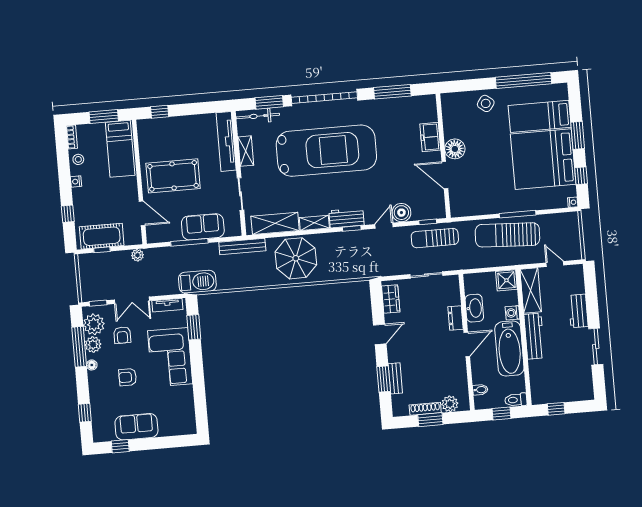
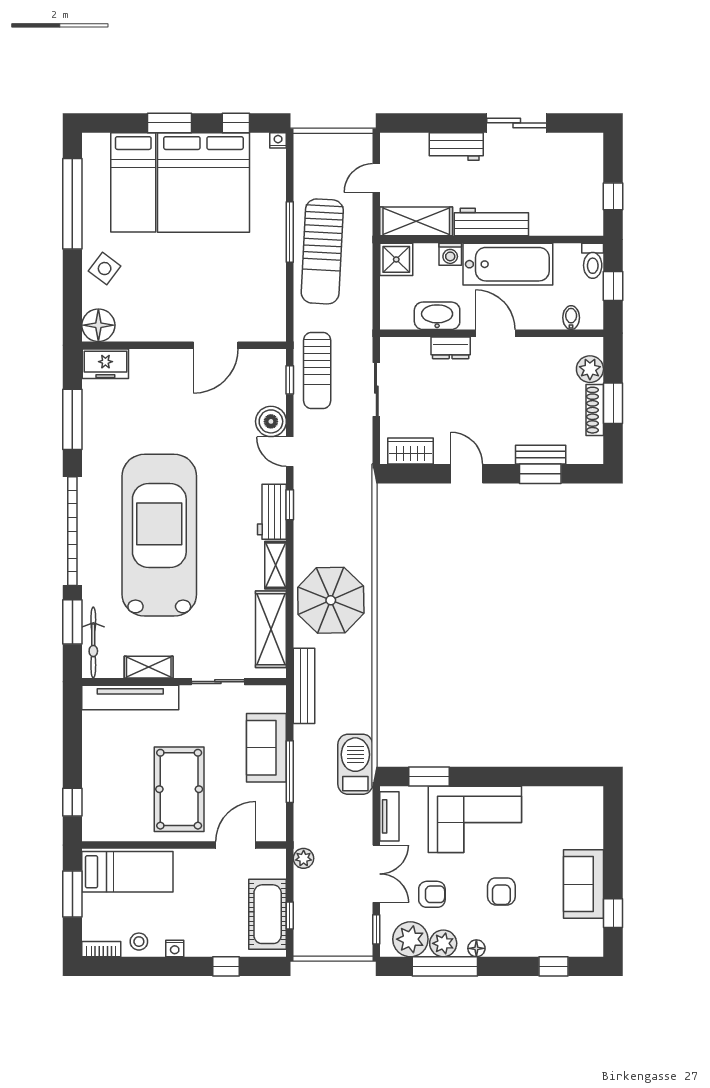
freezer: (430, 137) -> (105, 364), moved
floor lamp: (455, 149) -> (98, 325), moved

